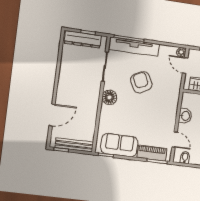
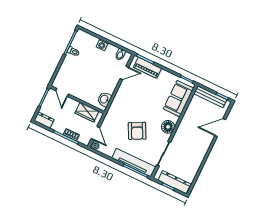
washbasin: (185, 116) -> (104, 99), moved
door: (175, 139) -> (124, 73), swing flipped
sofa: (119, 145) -> (178, 99), moved, turned 90

